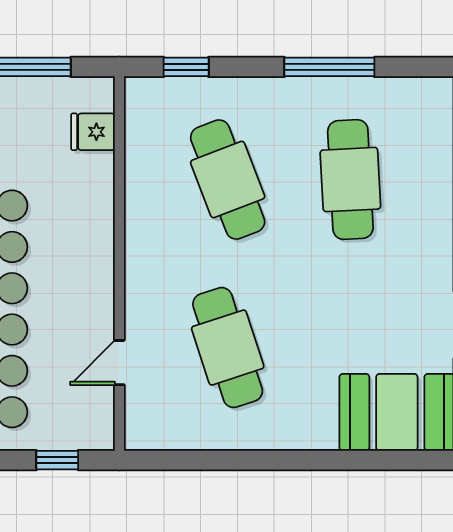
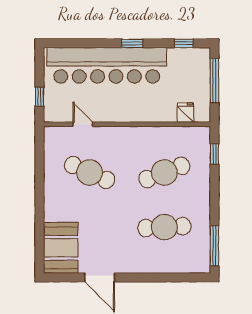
window: (329, 67) -> (214, 246), moved
cafe table: (228, 348) -> (90, 172), turned 42

